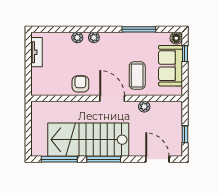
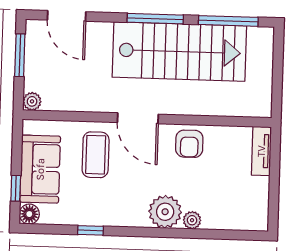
window: (139, 29) -> (90, 230), width x0.46
plant: (94, 37) -> (165, 212), width x1.88, depth x1.88
tv unit: (37, 52) -> (261, 151), moved
plant: (144, 107) -> (32, 101), moved
window: (185, 134) -> (20, 55), width x1.50

